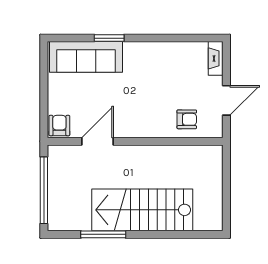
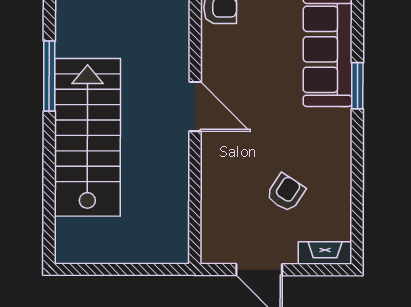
armchair: (187, 119) -> (286, 193), moved, turned -147
door: (98, 141) -> (195, 107), moved

